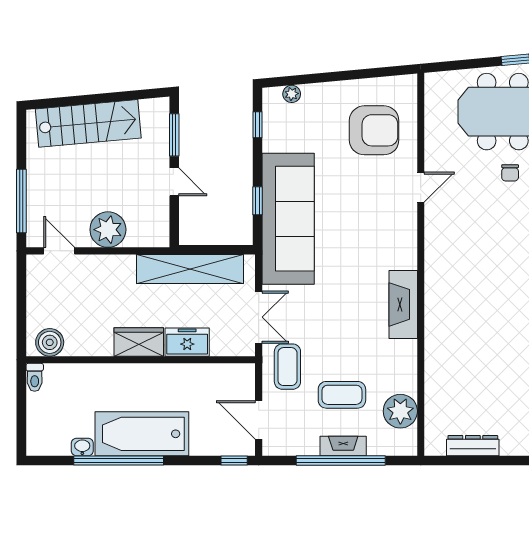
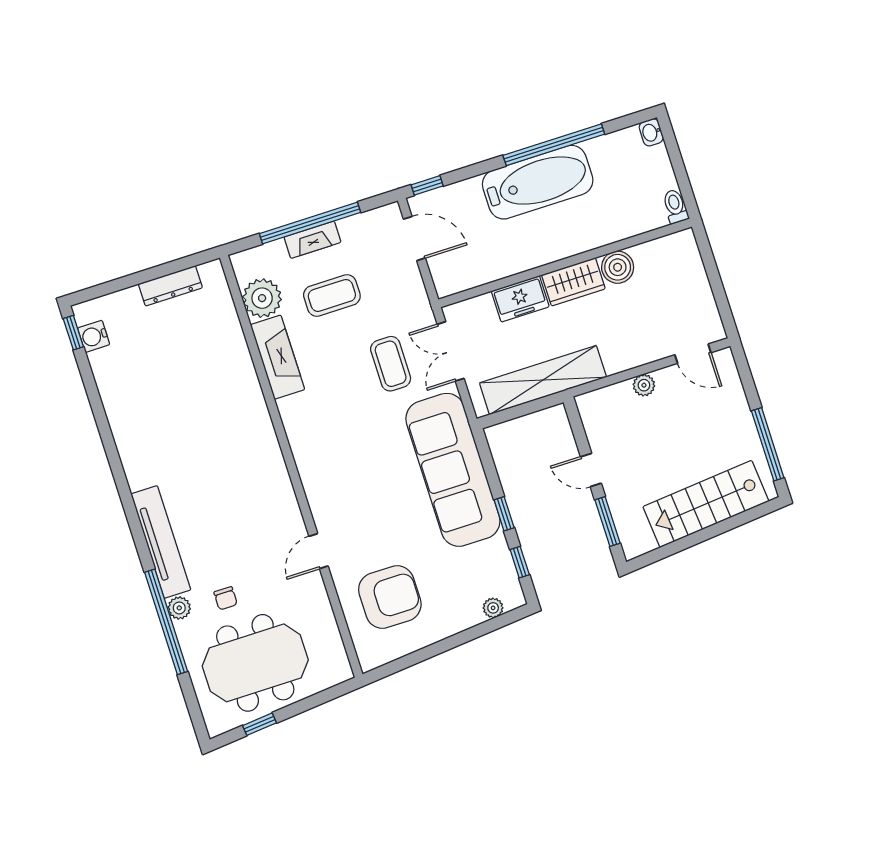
armchair: (374, 130) -> (390, 597), turned 180
chair: (510, 173) -> (226, 598), turned 180
window: (21, 201) -> (768, 444), moved
window: (258, 201) -> (504, 514), moved
plant: (108, 230) -> (644, 385), width x0.53, depth x0.53
fireplace: (403, 304) -> (277, 357), moved
boiler: (50, 342) -> (618, 267), moved
coffee table: (287, 367) -> (391, 364), moved
washbasin: (82, 447) -> (651, 132), moved, turned 90

